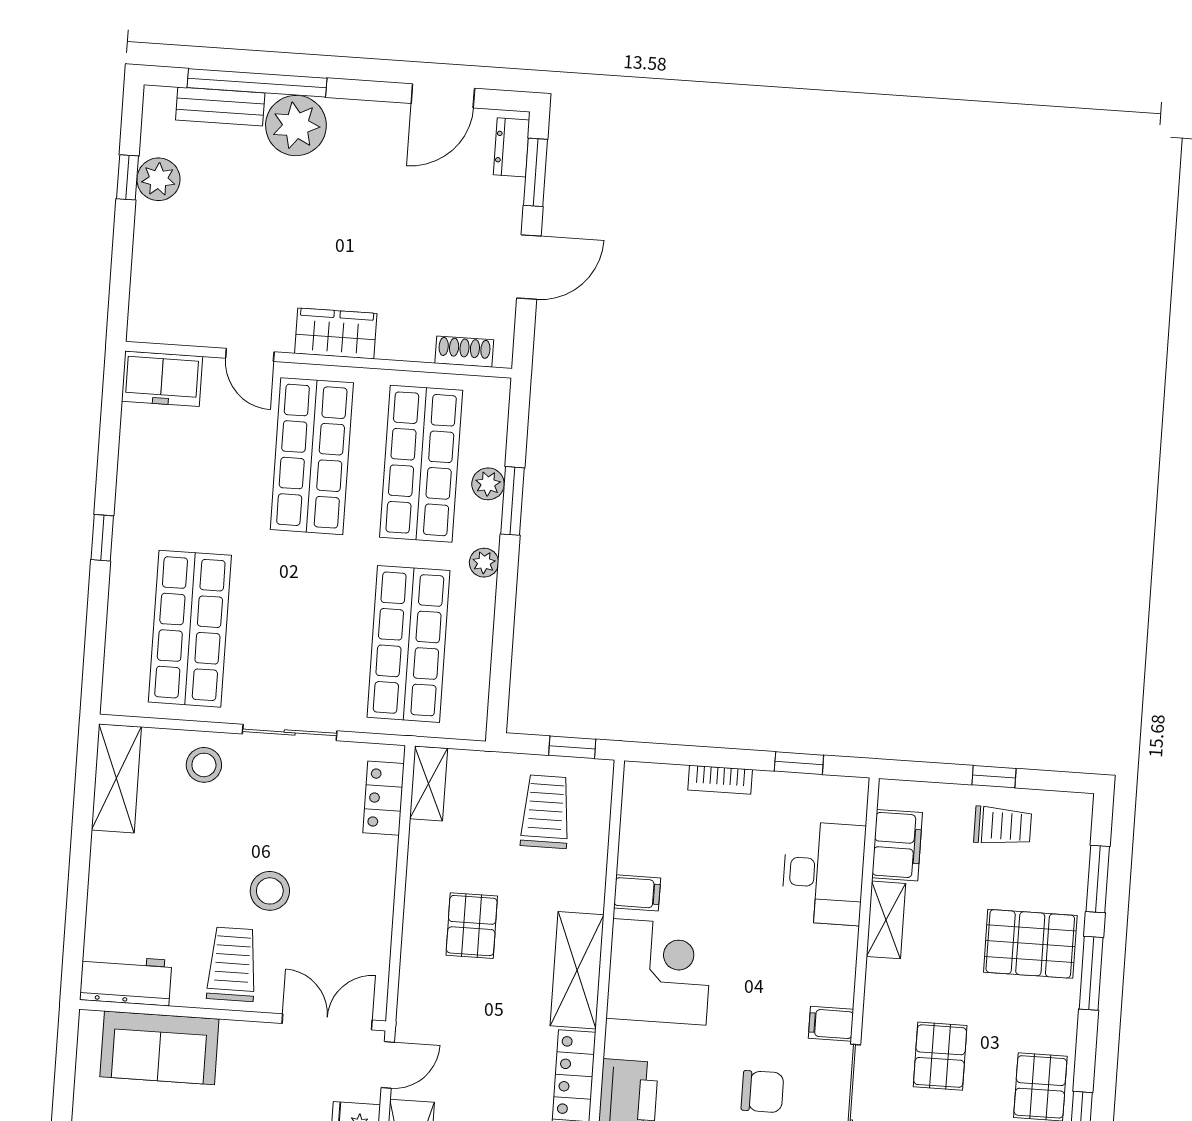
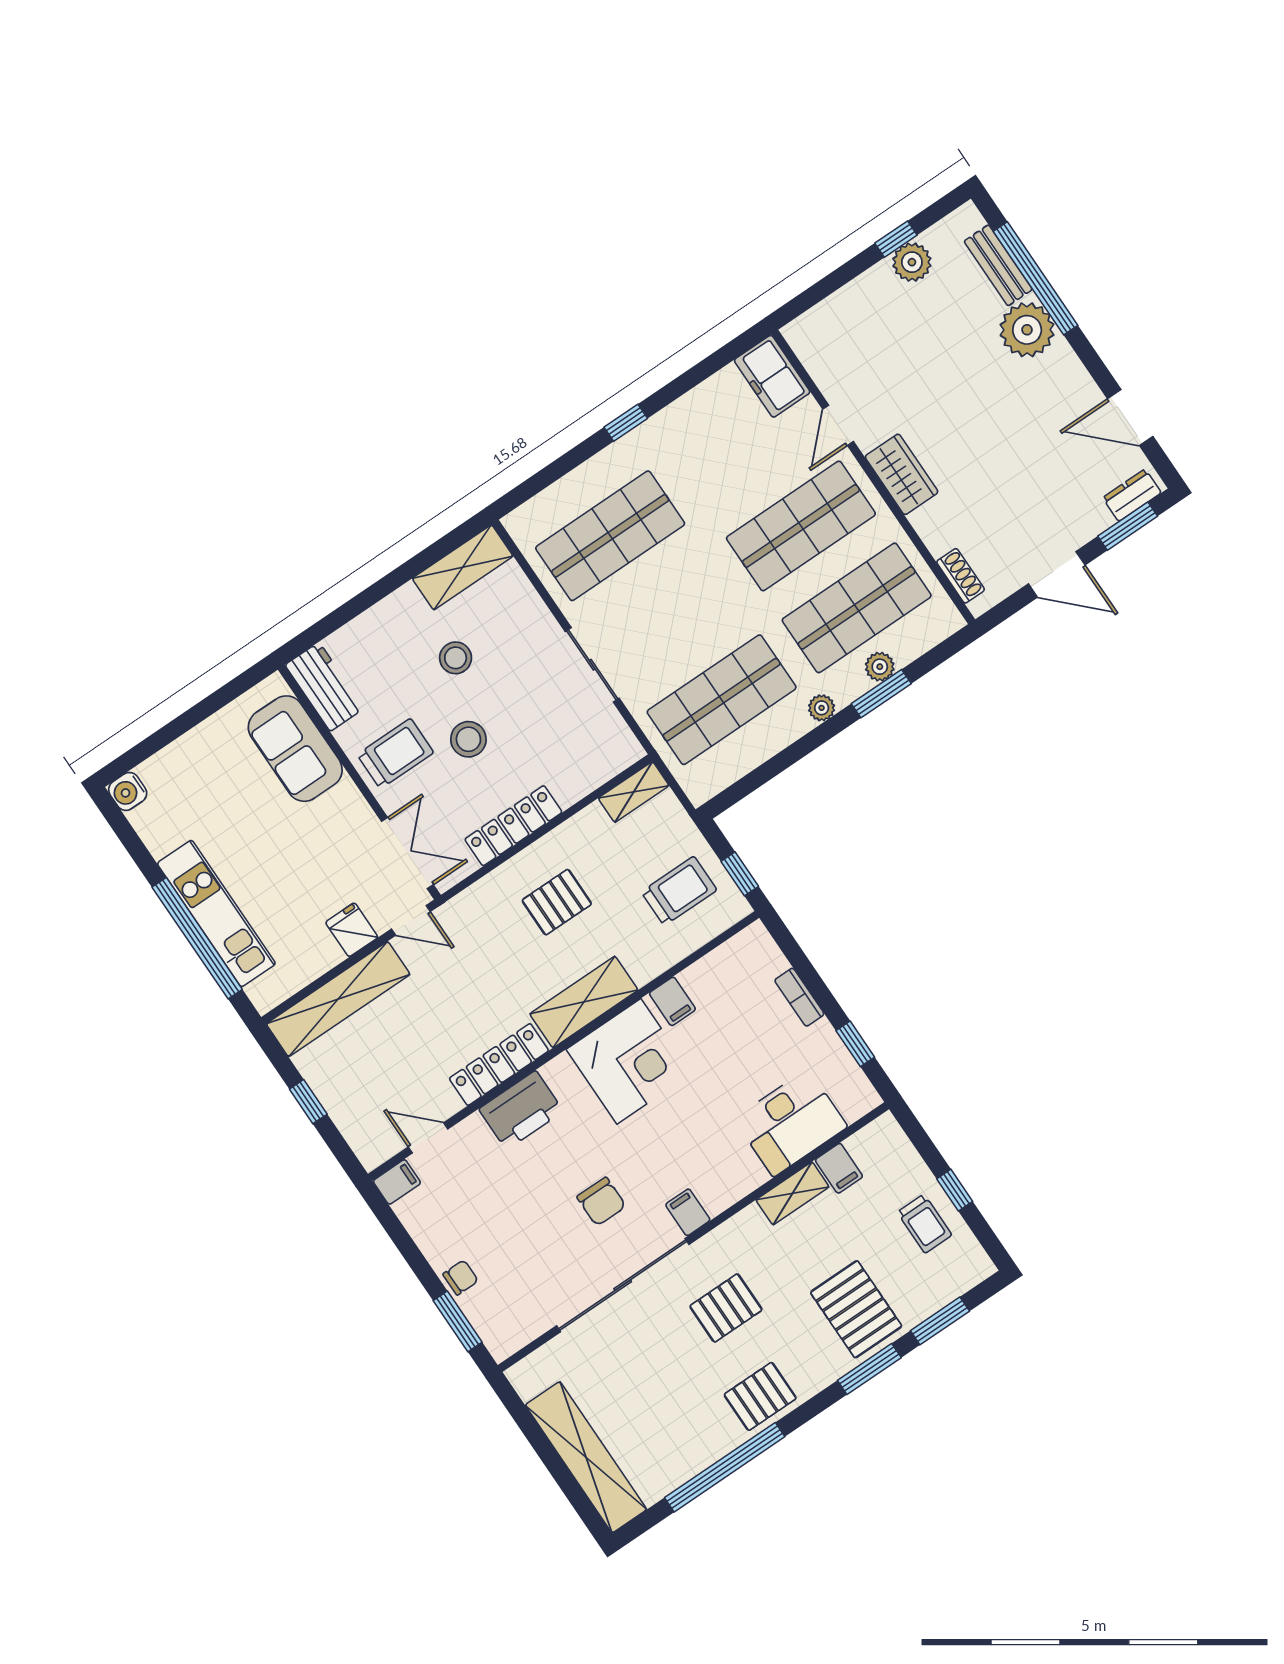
stool: (204, 765) -> (456, 658), moved
locker: (384, 798) -> (513, 826), moved, width x1.53
filing cabinet: (897, 845) -> (839, 1168), width x0.50

